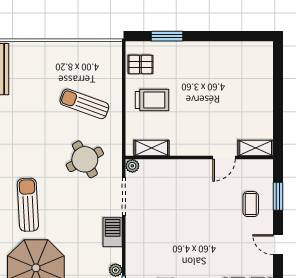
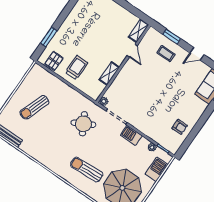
sun lounger: (84, 104) -> (34, 107), moved
shelving: (152, 148) -> (109, 73), moved

